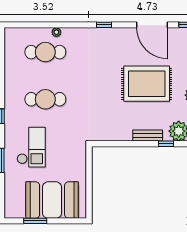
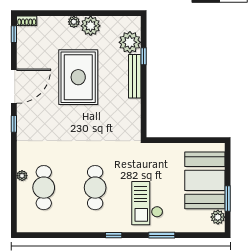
door: (152, 25) -> (14, 86), moved
bench: (148, 136) -> (135, 76), width x1.36
checkout: (31, 147) -> (147, 203), turned -90
plant: (18, 212) -> (218, 217), added

